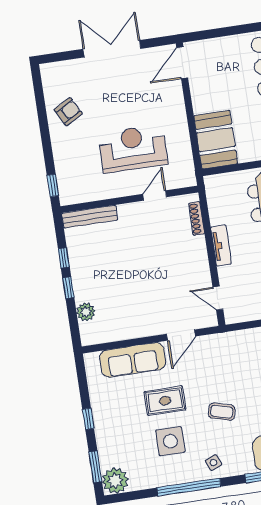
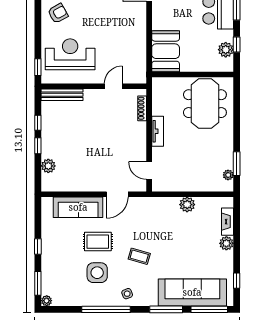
reception desk: (133, 149) -> (70, 54), moved
plant: (115, 481) -> (47, 301), width x0.53, depth x0.53

